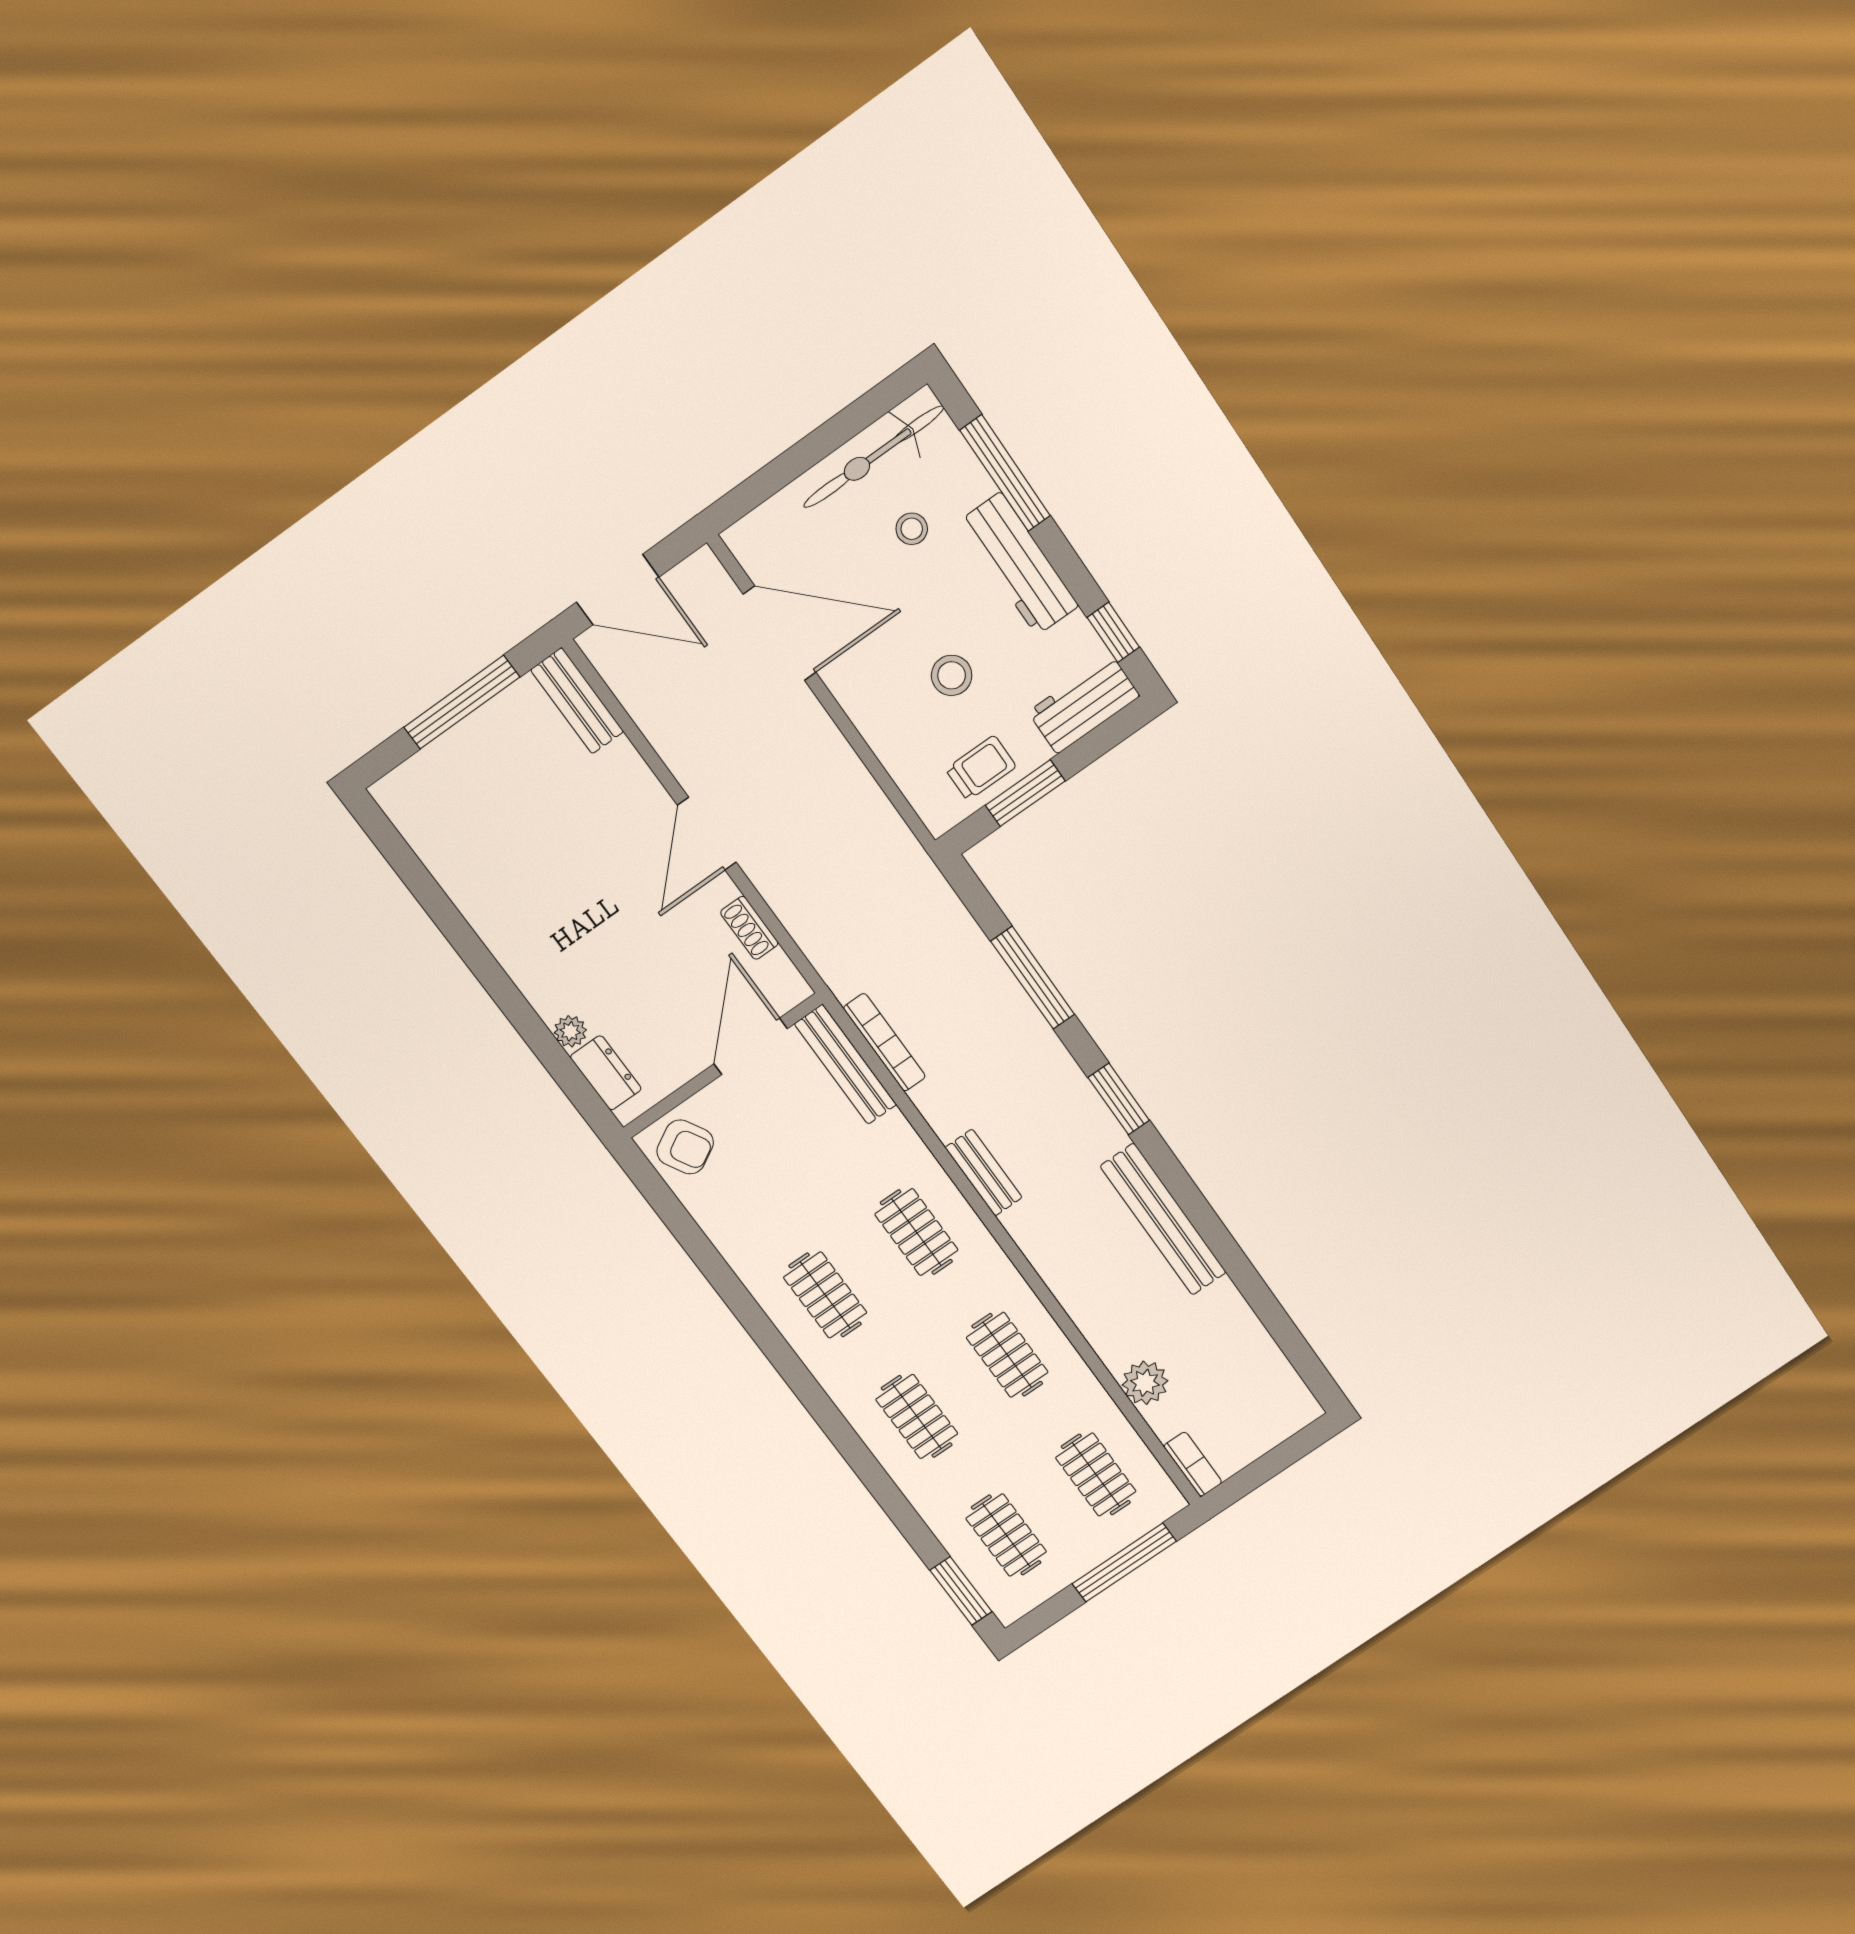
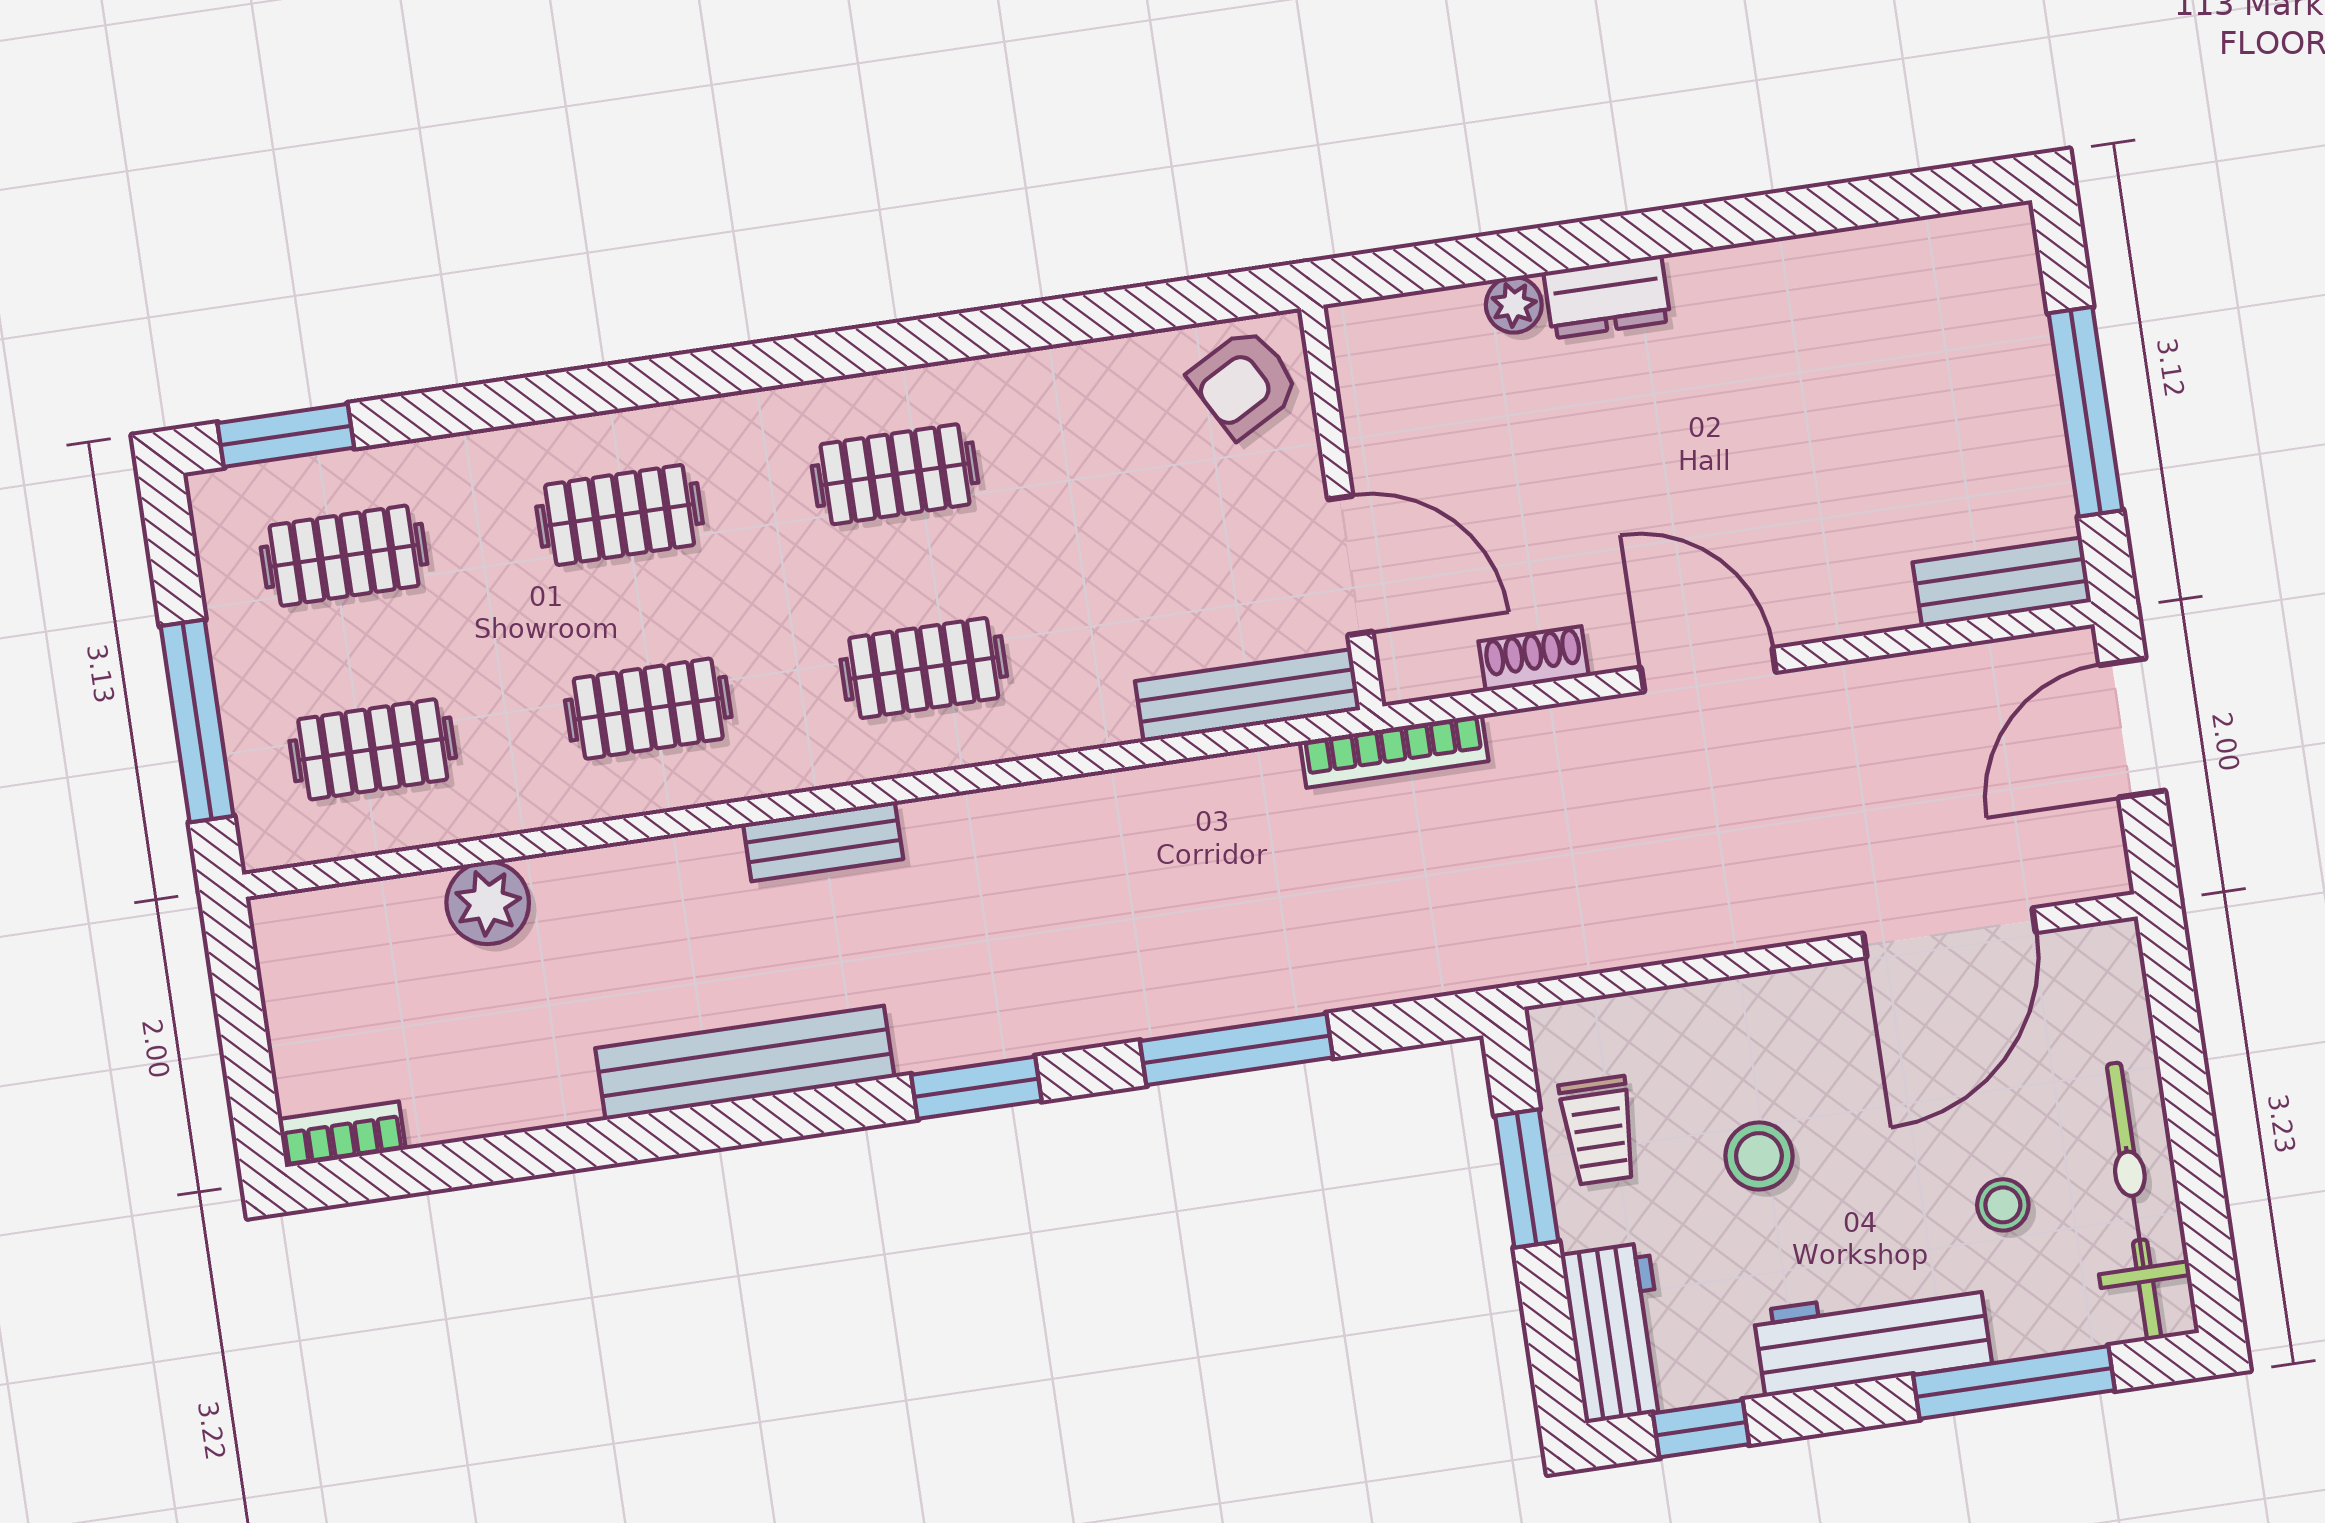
bookcase: (884, 1042) -> (1394, 751), moved
dresser: (606, 1073) -> (1607, 297), moved
bench: (984, 1173) -> (823, 841), moved
bookcase: (1193, 1464) -> (342, 1134), moved, turned 180

